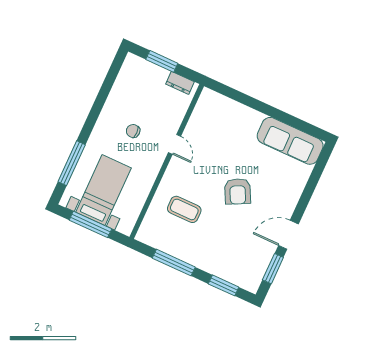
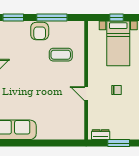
armchair: (238, 191) -> (40, 31), moved, turned -153
window: (90, 224) -> (117, 17), width x0.46

